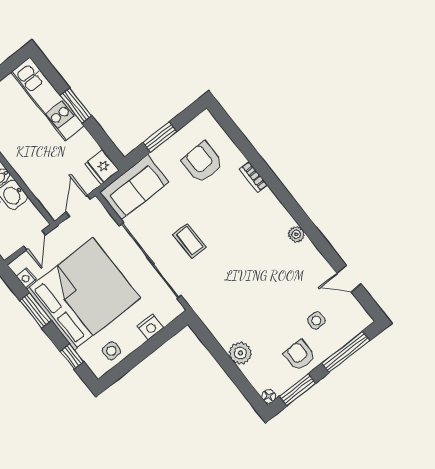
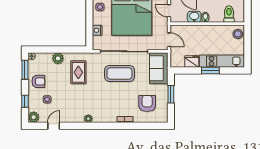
armchair: (202, 162) -> (147, 103), turned -90
fridge: (102, 167) -> (192, 62), moved
coffee table: (190, 241) -> (119, 73), width x1.86, depth x1.72
rug: (237, 305) -> (78, 72), added
plant: (360, 320) -> (34, 117), added
window: (346, 352) -> (25, 101), width x0.46

